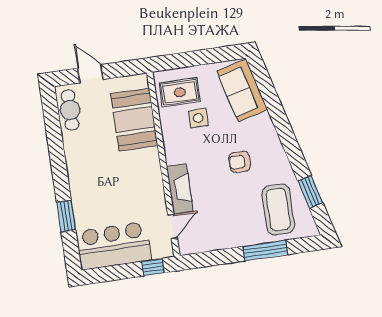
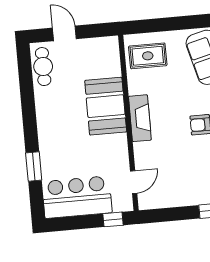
side table: (198, 118) -> (164, 81), removed
booth: (134, 120) -> (106, 106), moved
fireplace: (180, 189) -> (140, 118), moved

